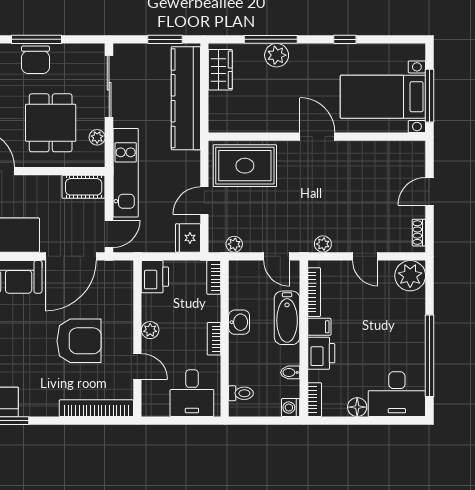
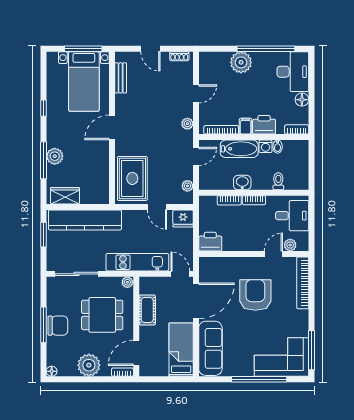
plant: (97, 137) -> (127, 282), moved
bench: (388, 149) -> (121, 78), added
cot: (84, 187) -> (147, 310), moved
door: (71, 256) -> (196, 301), hinge flipped
plant: (410, 276) -> (241, 62), moved
bookcase: (214, 277) -> (229, 200), moved
plant: (150, 330) -> (290, 245), moved
toilet: (241, 393) -> (278, 181), moved
washing machine: (291, 408) -> (266, 146), moved

